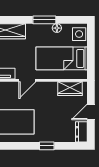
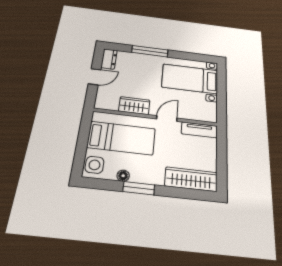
wardrobe: (70, 89) -> (134, 106), moved
window: (47, 146) -> (150, 51), width x2.17

